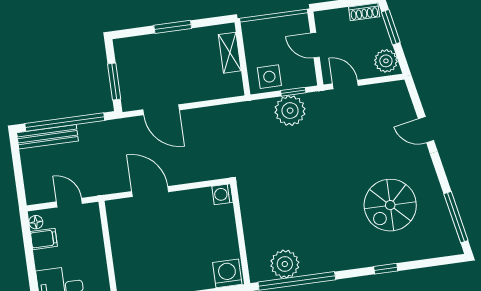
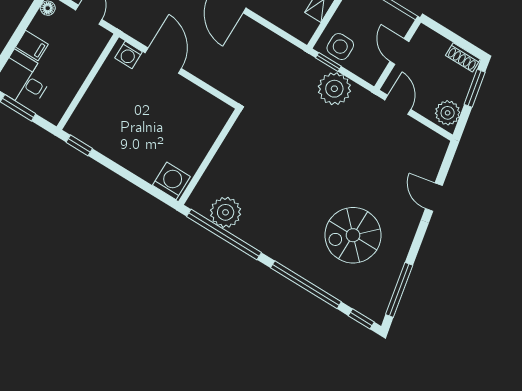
window: (293, 92) -> (328, 62), moved
washing machine: (222, 194) -> (129, 55), moved, turned -90
filing cabinet: (44, 239) -> (32, 46), moved
window: (446, 260) -> (361, 319), added
window: (386, 269) -> (306, 285), width x3.17

